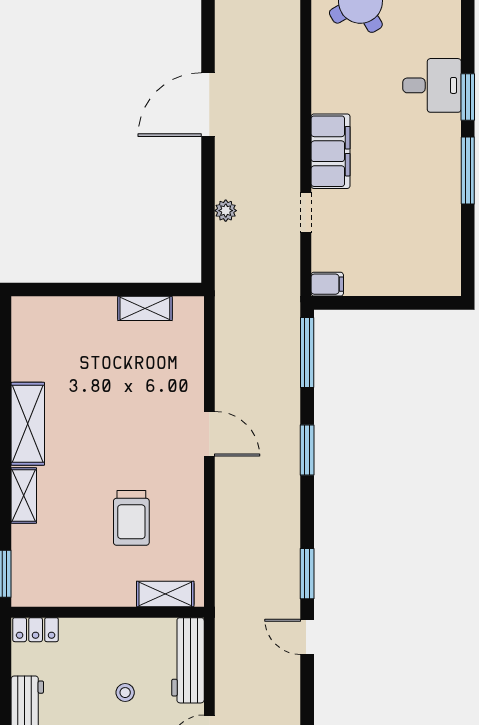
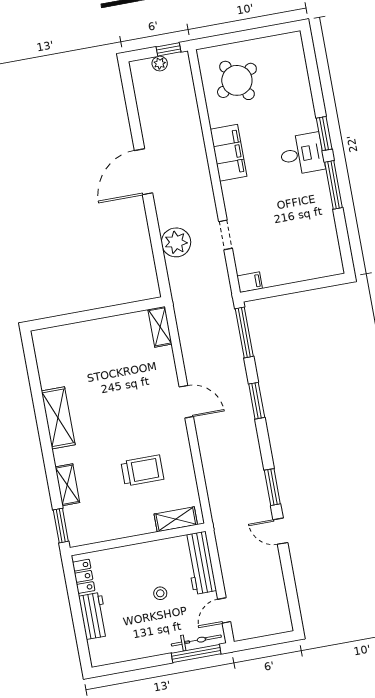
desk: (432, 85) -> (302, 154), moved
filing cabinet: (331, 151) -> (228, 153), moved
plant: (226, 211) -> (176, 242), width x1.87, depth x1.87
shelving: (145, 308) -> (160, 327), moved, turned 90
shelving: (24, 495) -> (67, 485), moved
trolley: (131, 518) -> (142, 470), turned -90
locker: (36, 630) -> (84, 576), moved, turned -90

